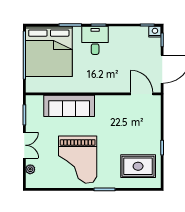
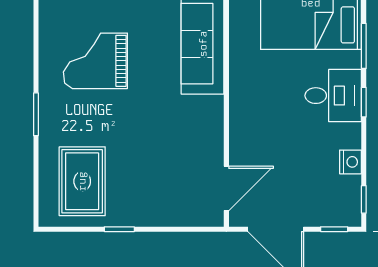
nightstand: (155, 32) -> (350, 162), moved
grand piano: (78, 160) -> (95, 61), width x0.73, depth x0.68

